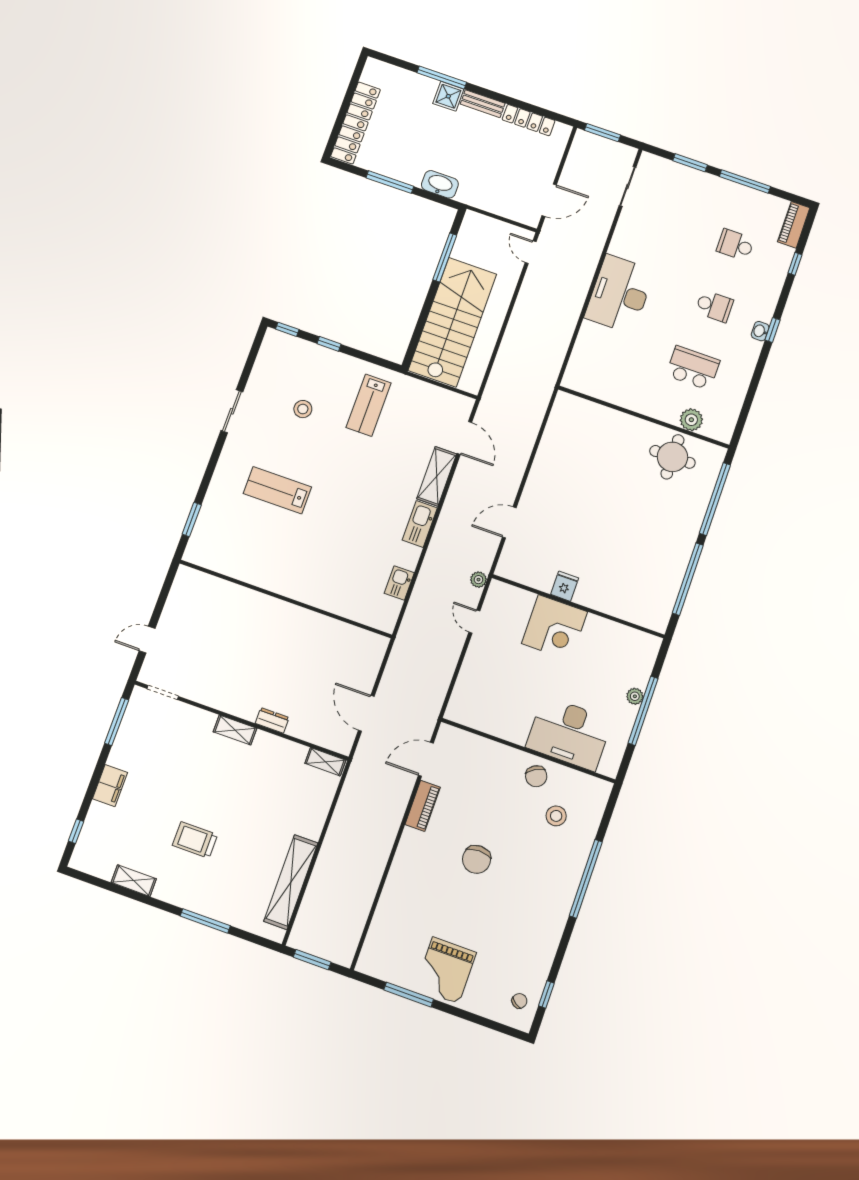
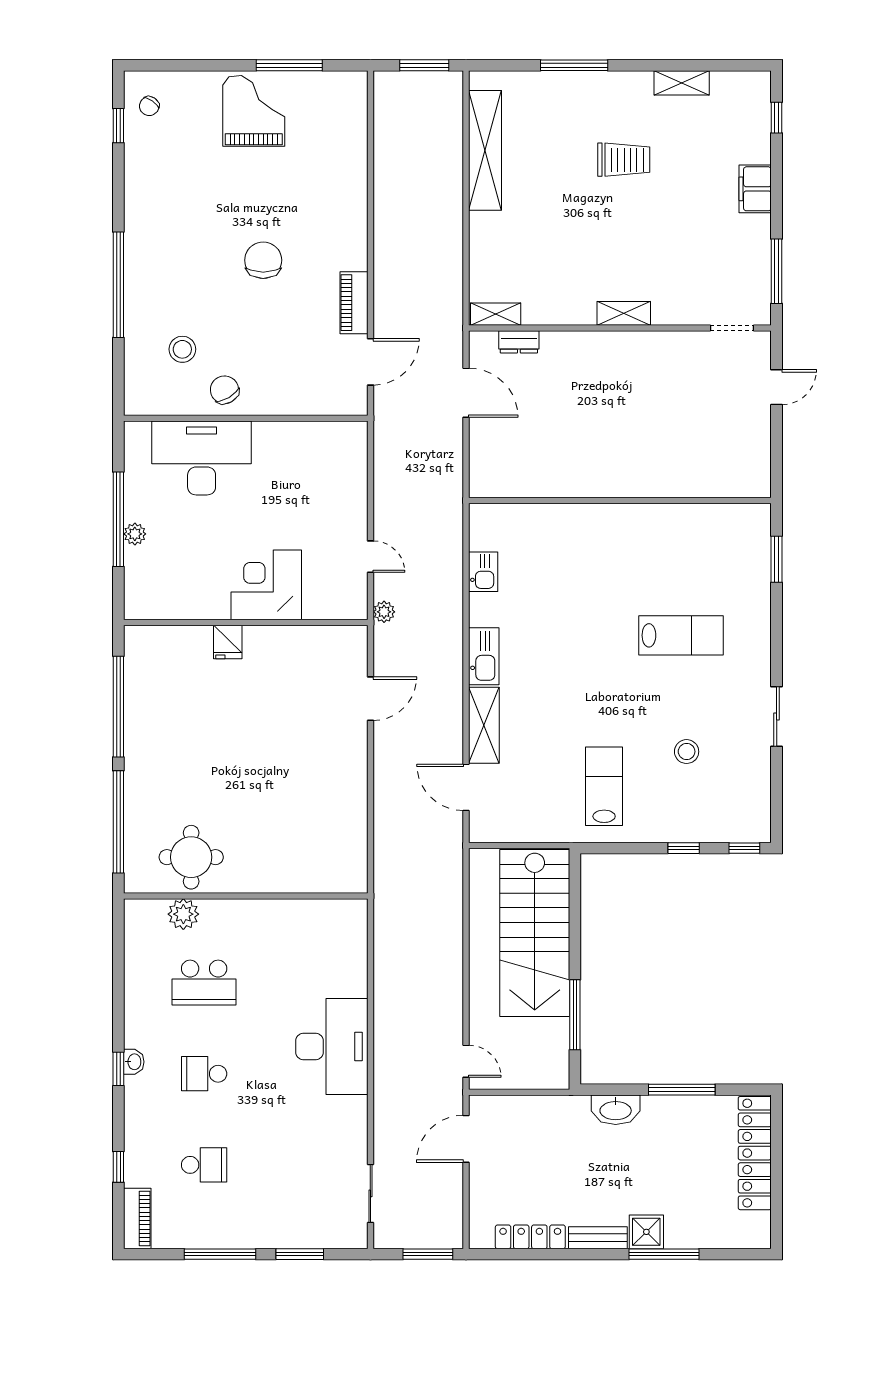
fridge: (565, 586) -> (228, 642), moved
dresser: (272, 720) -> (519, 342), moved

